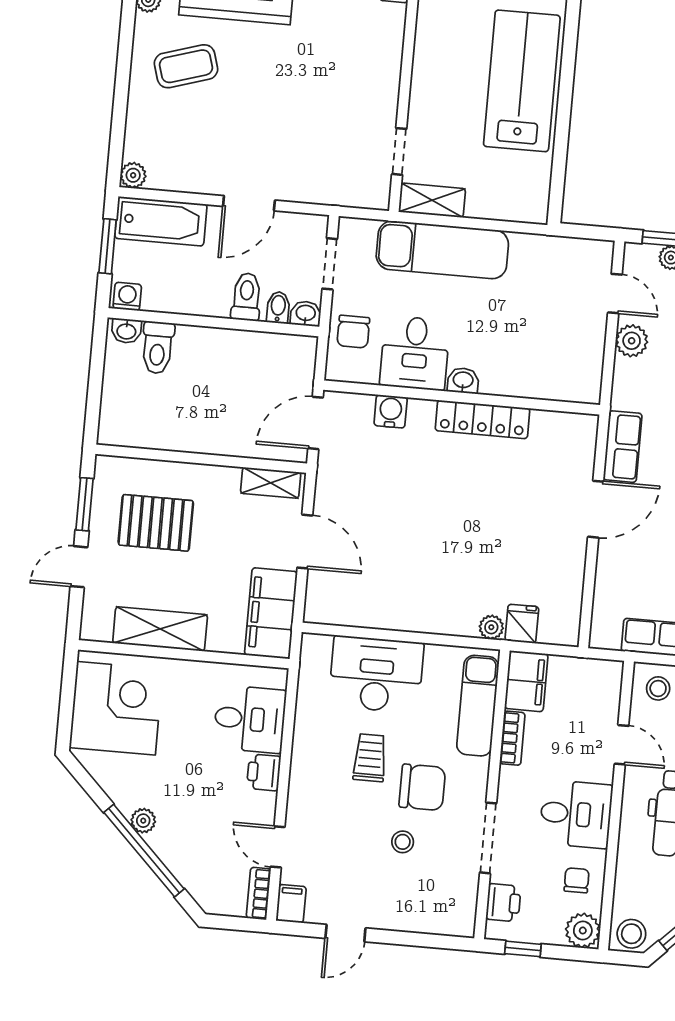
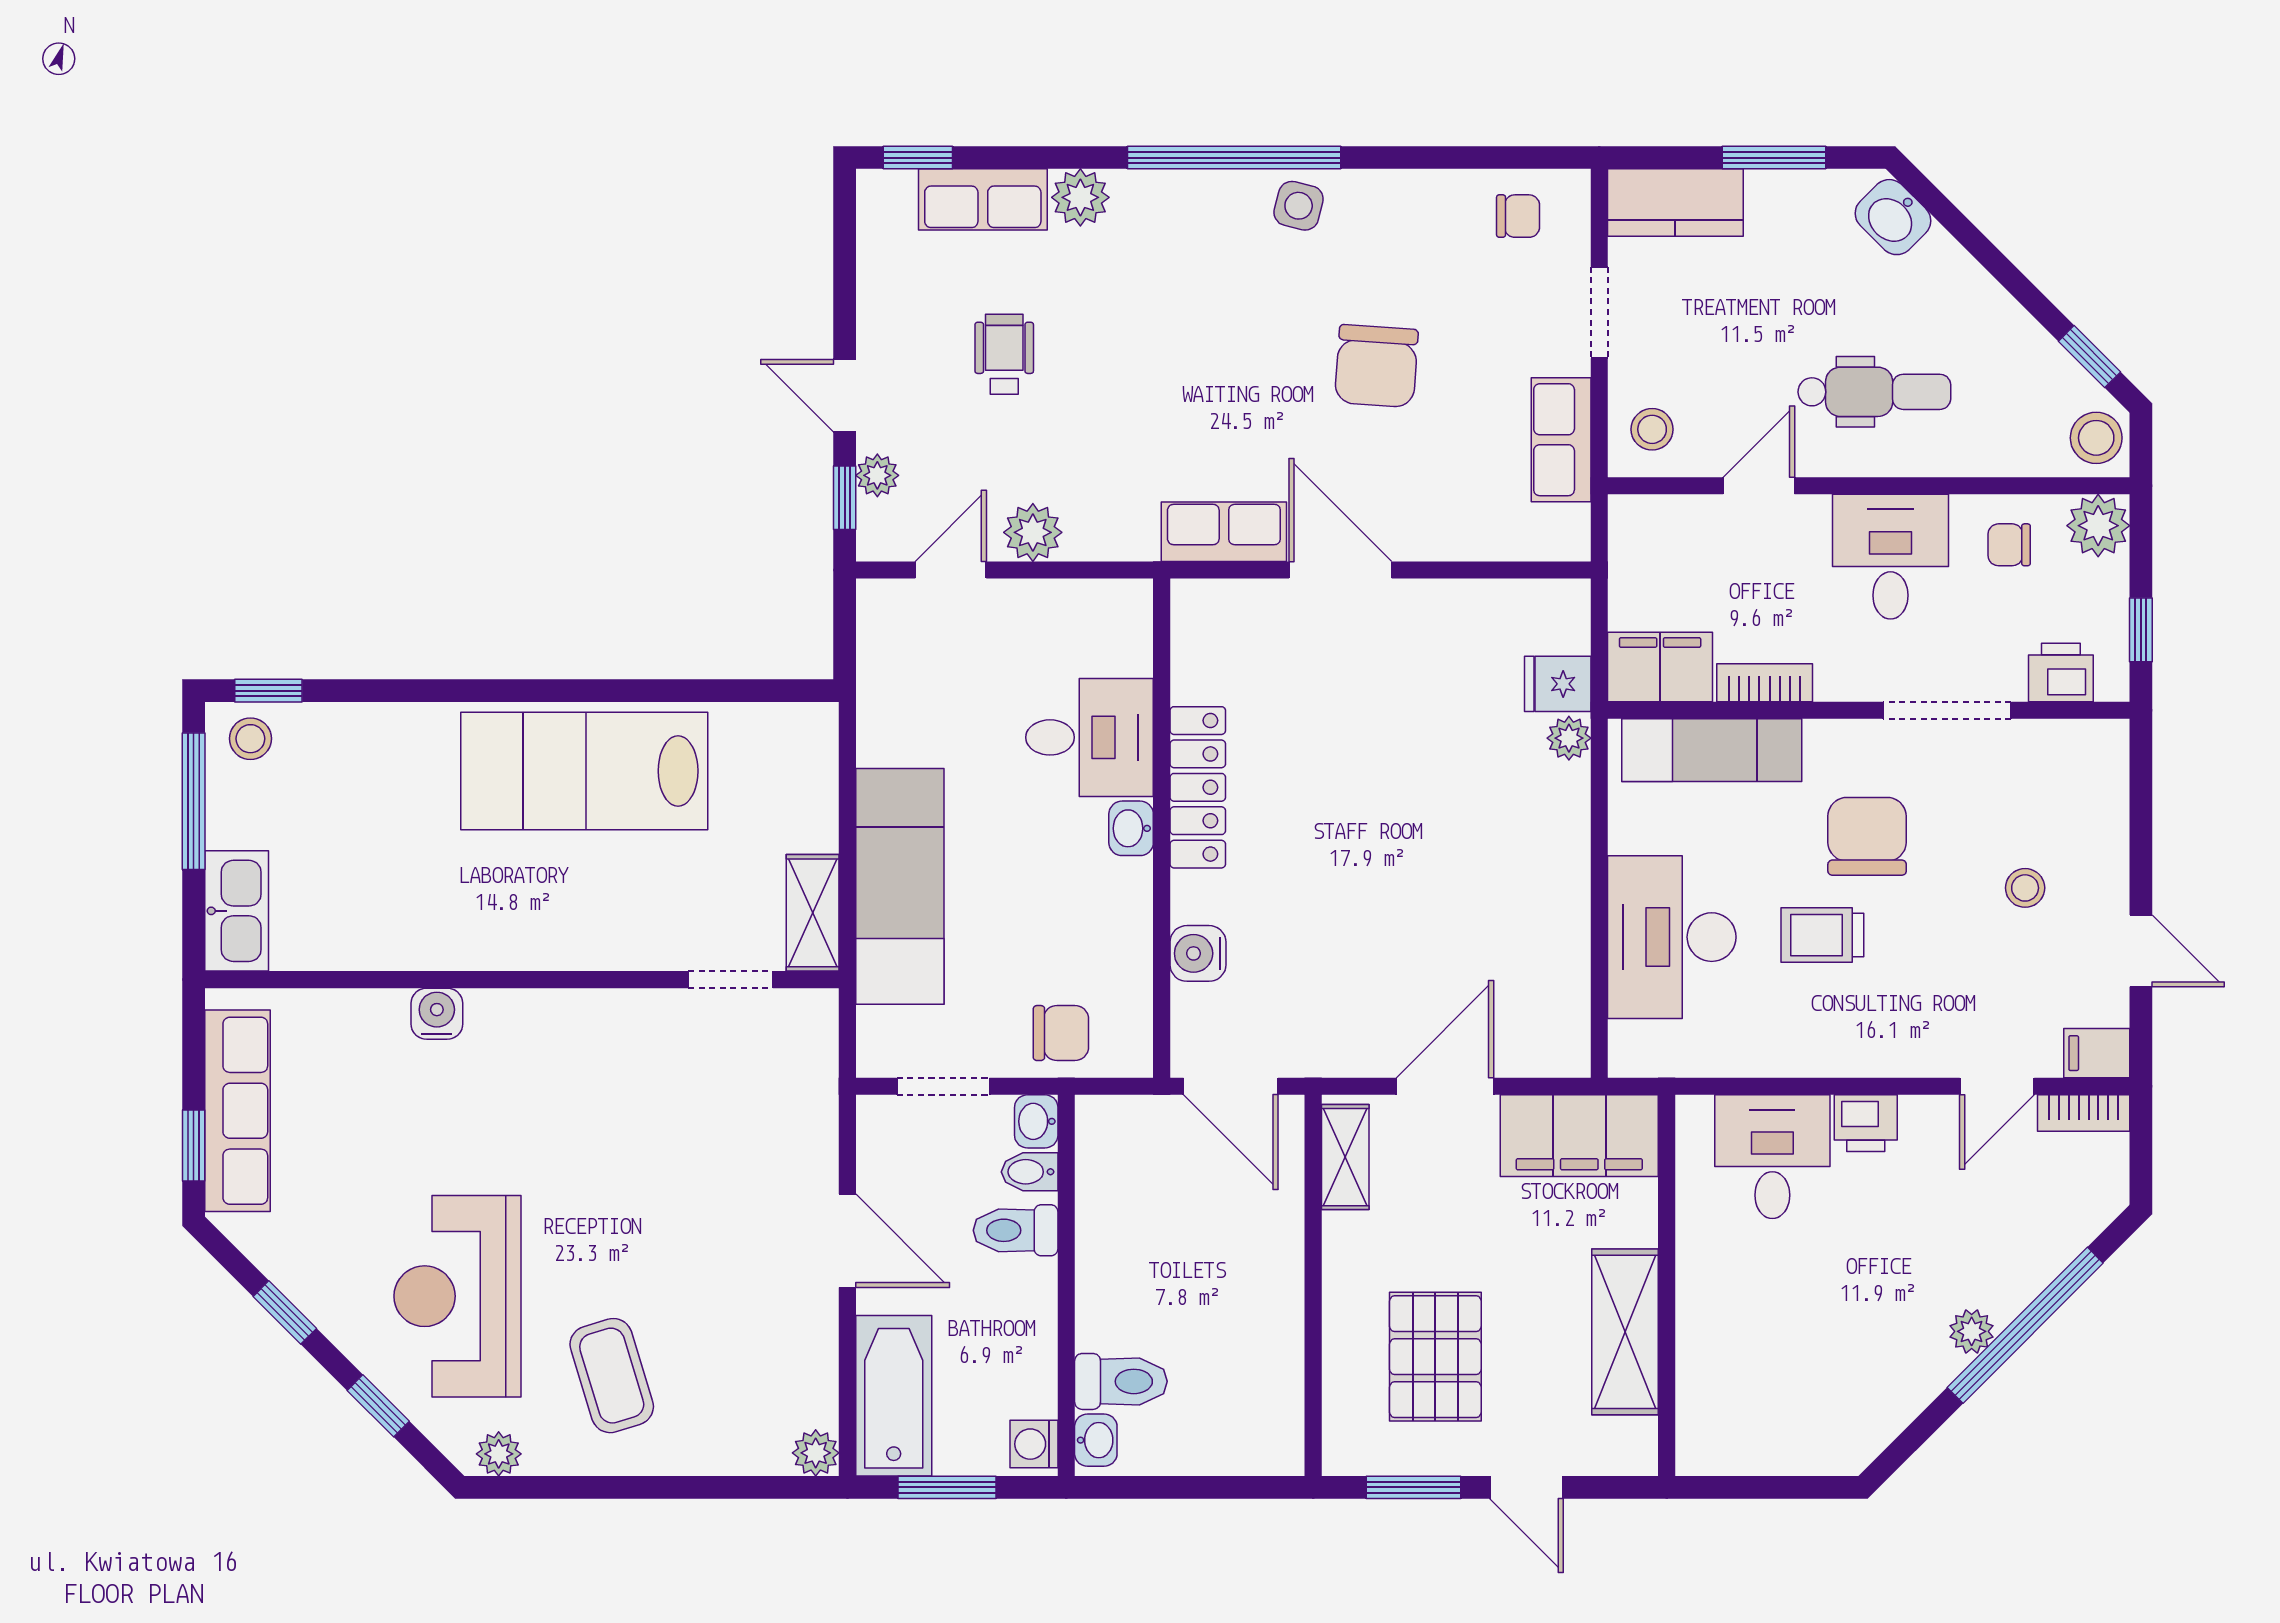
desk: (415, 353) -> (1090, 737), moved
corner desk: (116, 708) -> (1774, 1398), removed
stool: (403, 842) -> (2025, 888), moved

